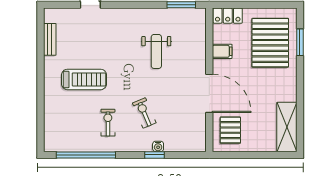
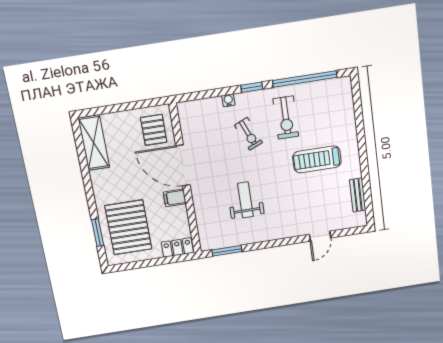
filing cabinet: (222, 51) -> (175, 198), moved
exercise bike: (108, 123) -> (286, 118), width x1.38, depth x1.39
window: (155, 155) -> (252, 87), moved

